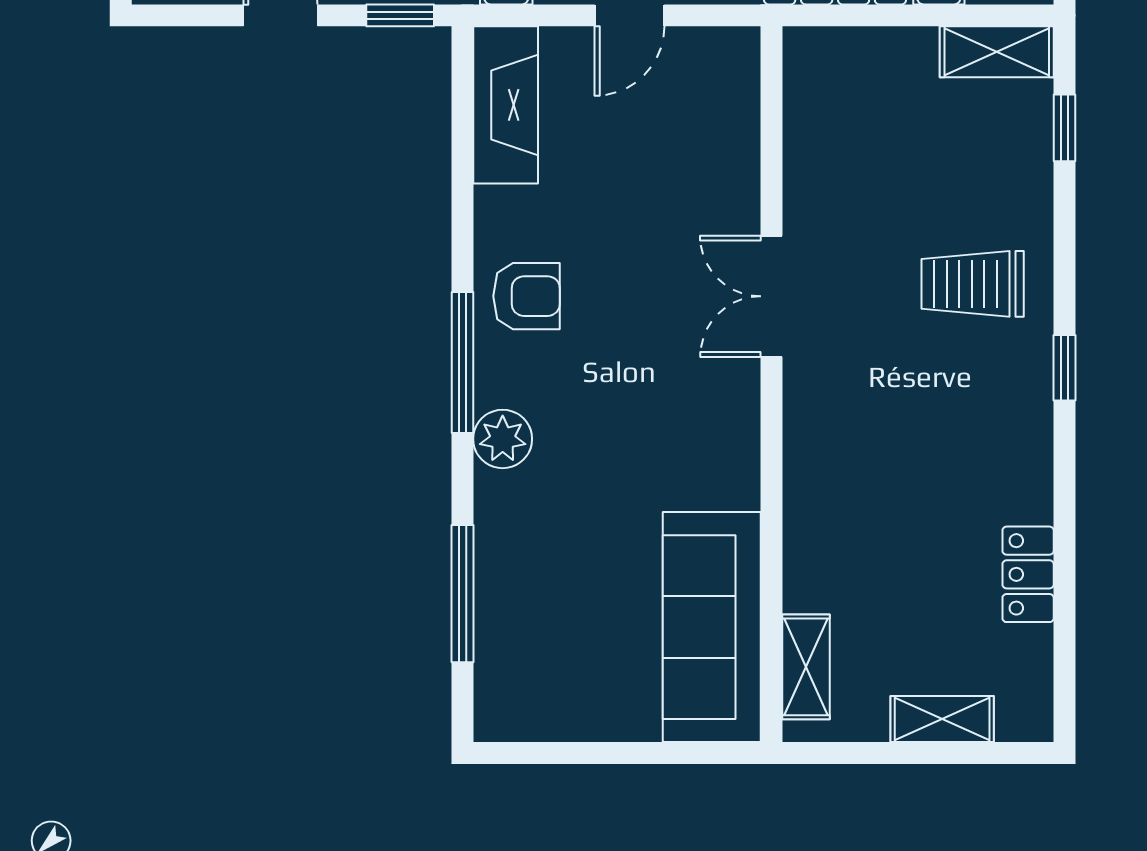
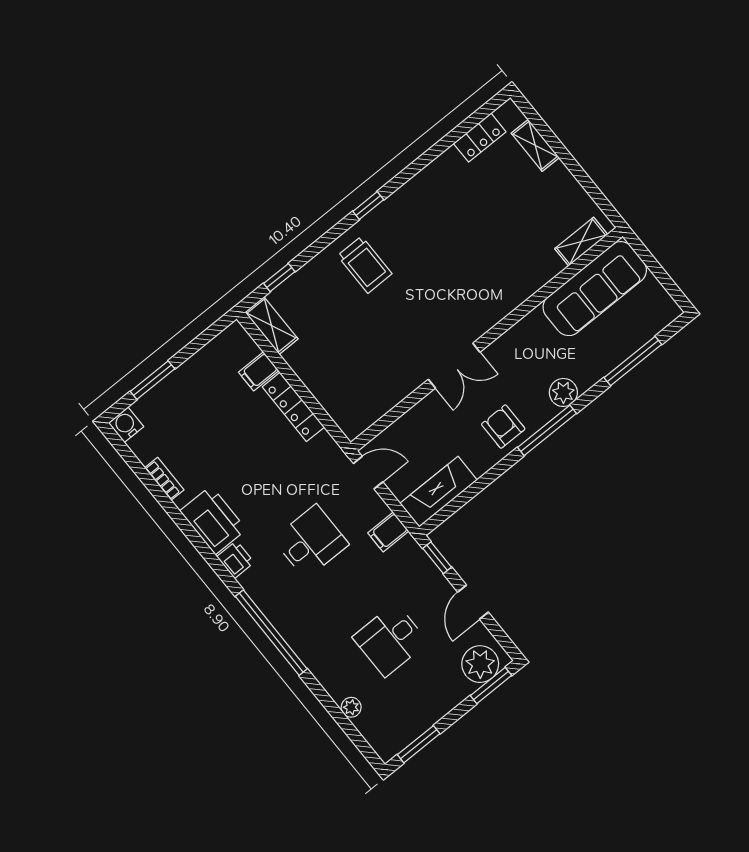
double door: (772, 296) -> (454, 366), moved
wall: (772, 384) -> (487, 339), moved
locker: (1028, 574) -> (480, 138), moved
sofa: (712, 627) -> (595, 289), moved
shelving: (806, 667) -> (581, 242), moved

